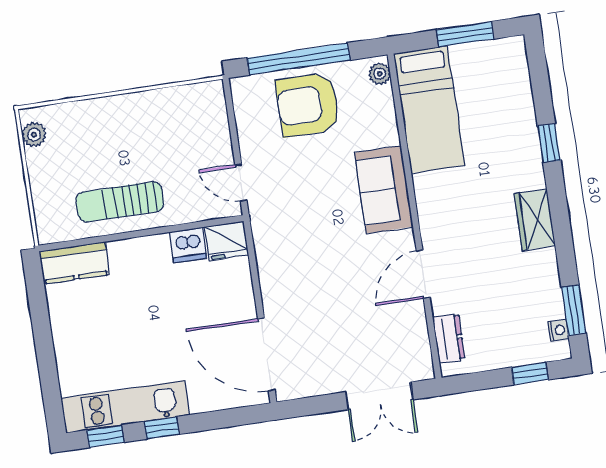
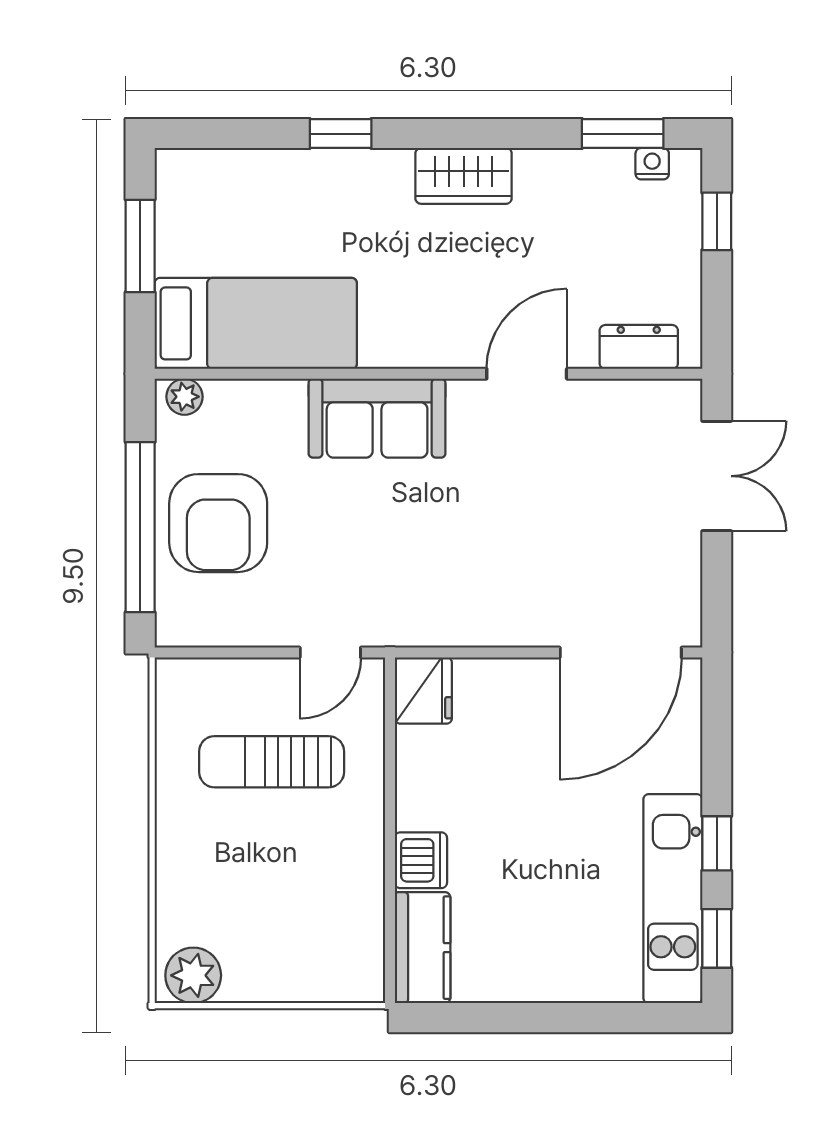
plant: (34, 135) -> (193, 975), width x1.38, depth x1.38
sun lounger: (120, 202) -> (272, 762), moved, turned 90
dishwasher: (188, 245) -> (421, 860), moved
door: (423, 274) -> (527, 374), swing flipped

